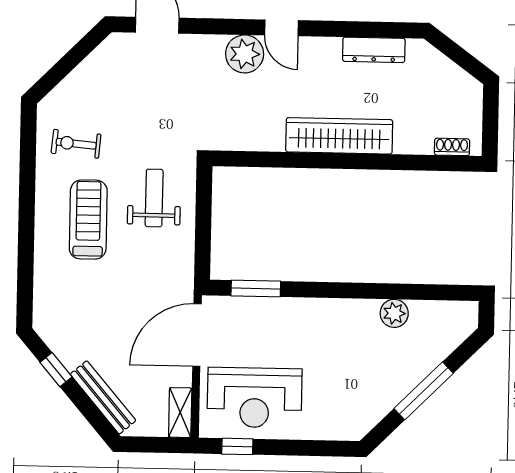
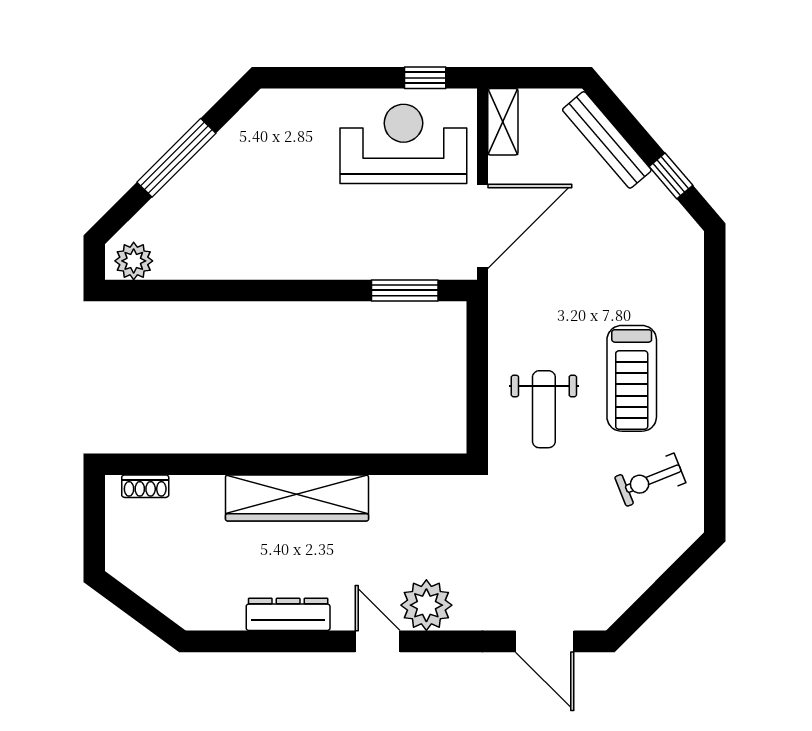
dresser: (374, 50) -> (288, 614), moved
exercise bike: (76, 144) -> (650, 480), turned 153
plant: (394, 313) -> (134, 261), moved

